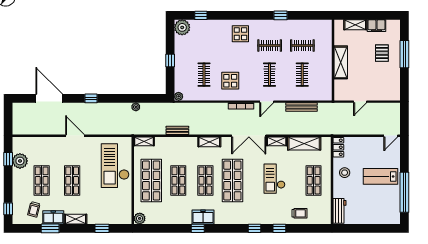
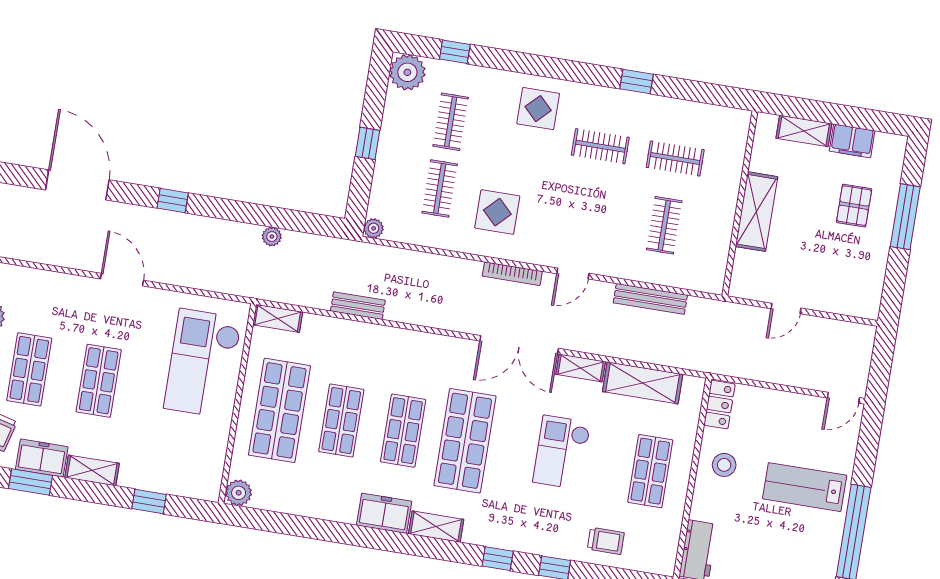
clothes rail: (270, 75) -> (451, 122), moved
shelving: (209, 142) -> (436, 527), moved
window: (198, 228) -> (368, 537), removed

